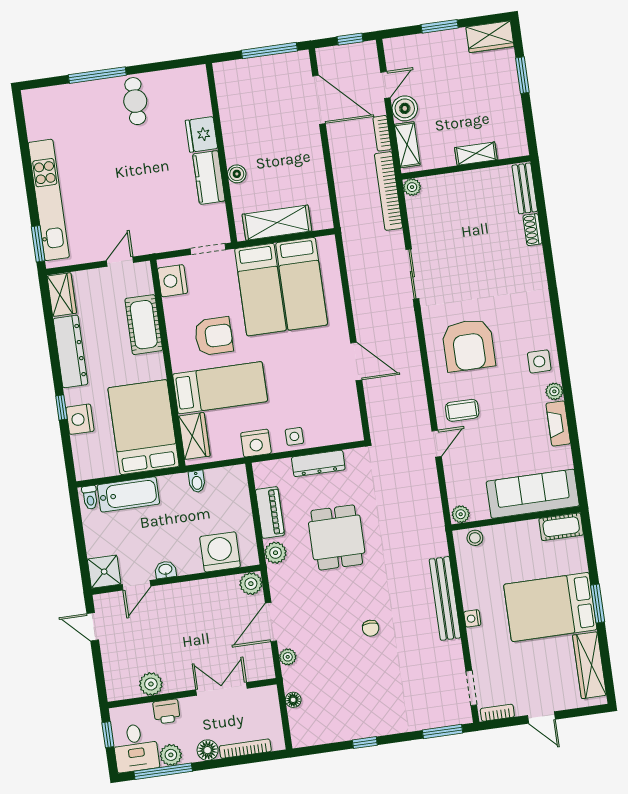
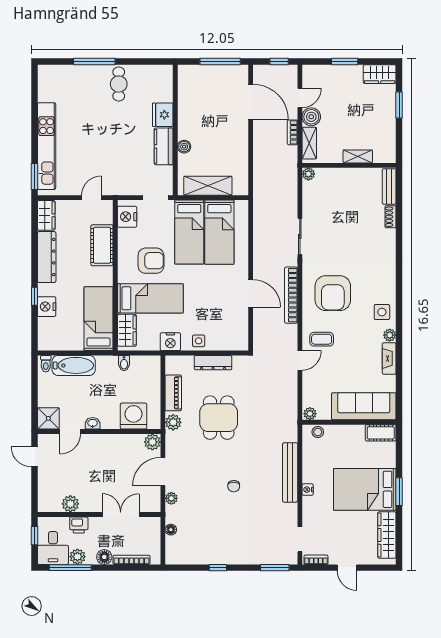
bookcase: (388, 191) -> (291, 295), moved
bed: (144, 427) -> (99, 319), width x0.67

